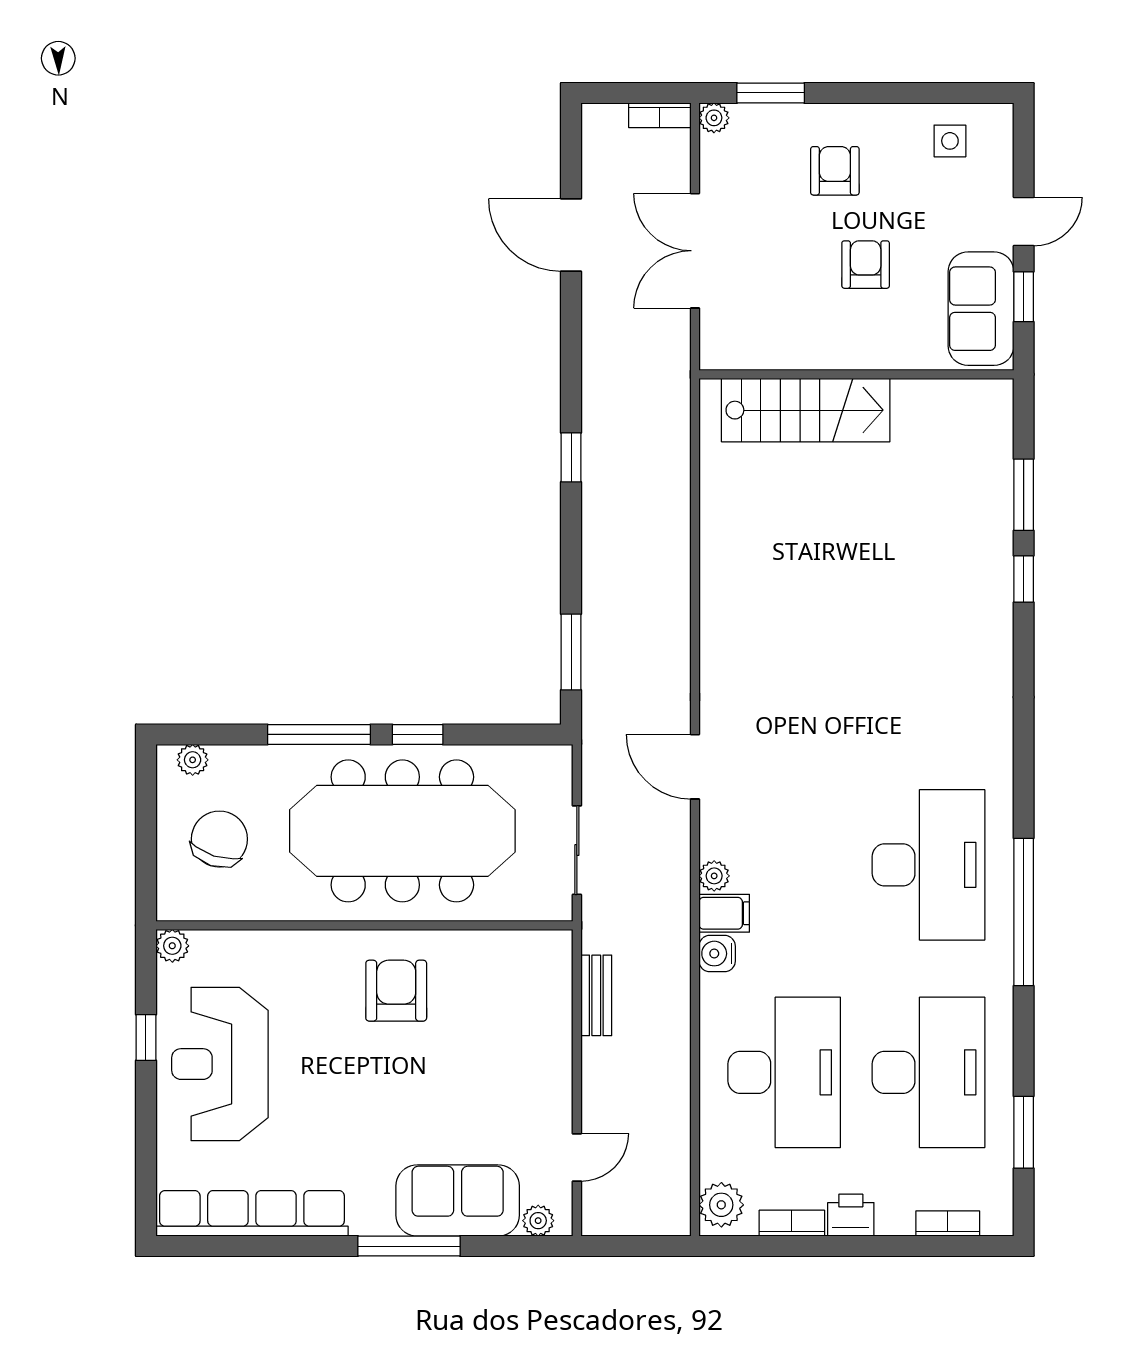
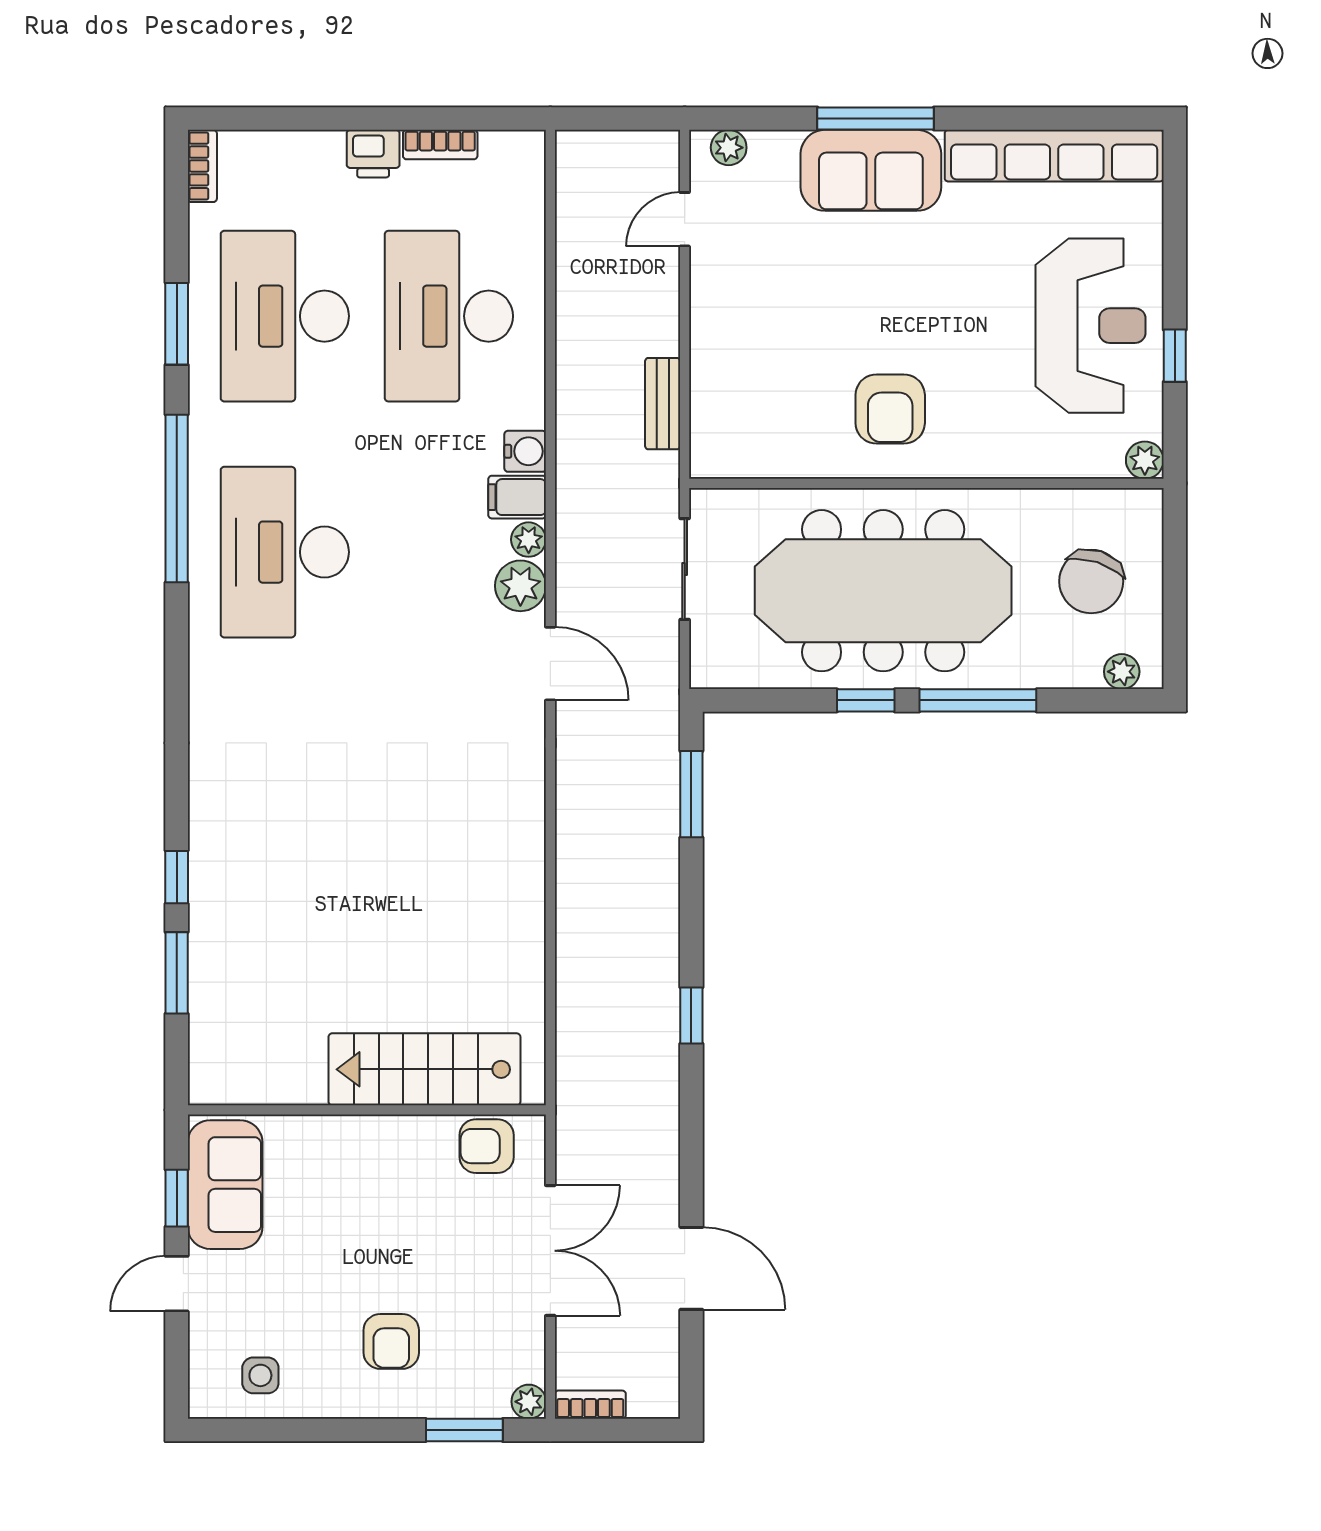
armchair: (866, 265) -> (487, 1146), moved, turned 90
window: (1024, 1132) -> (177, 324), moved
sofa: (458, 1201) -> (871, 170), moved
plant: (721, 1205) -> (520, 586), moved
bookcase: (948, 1224) -> (202, 166), moved, turned -90

